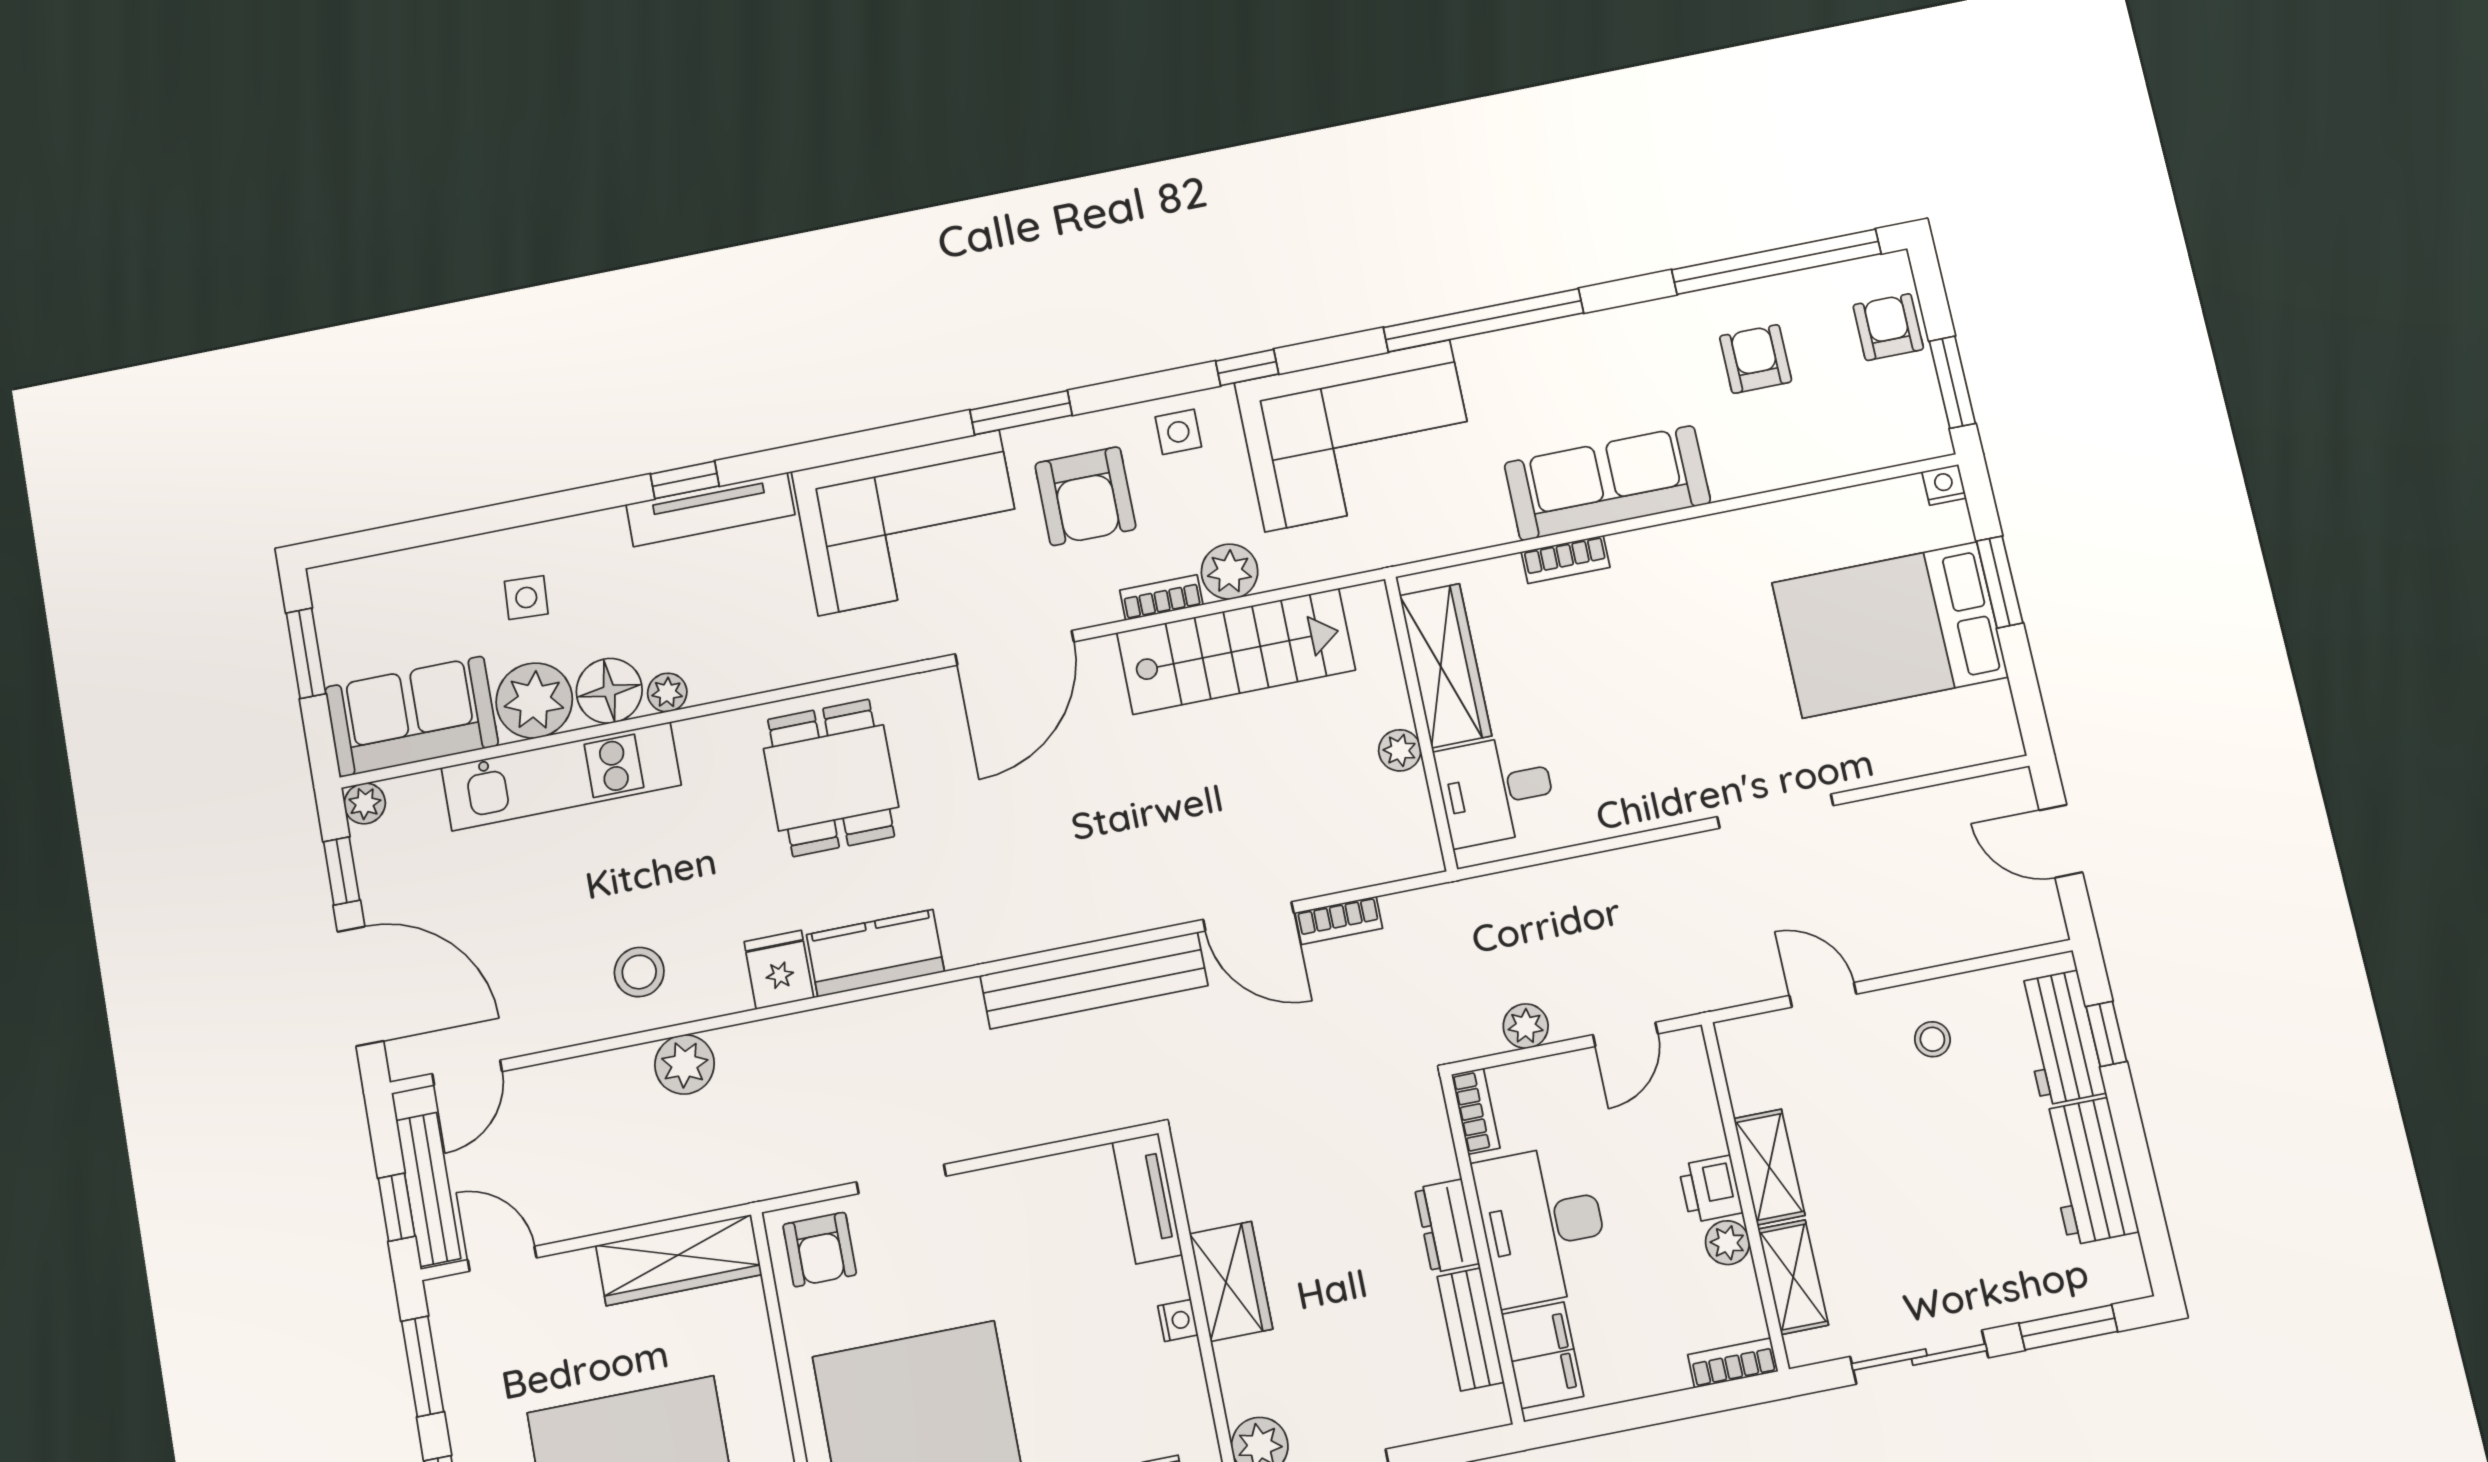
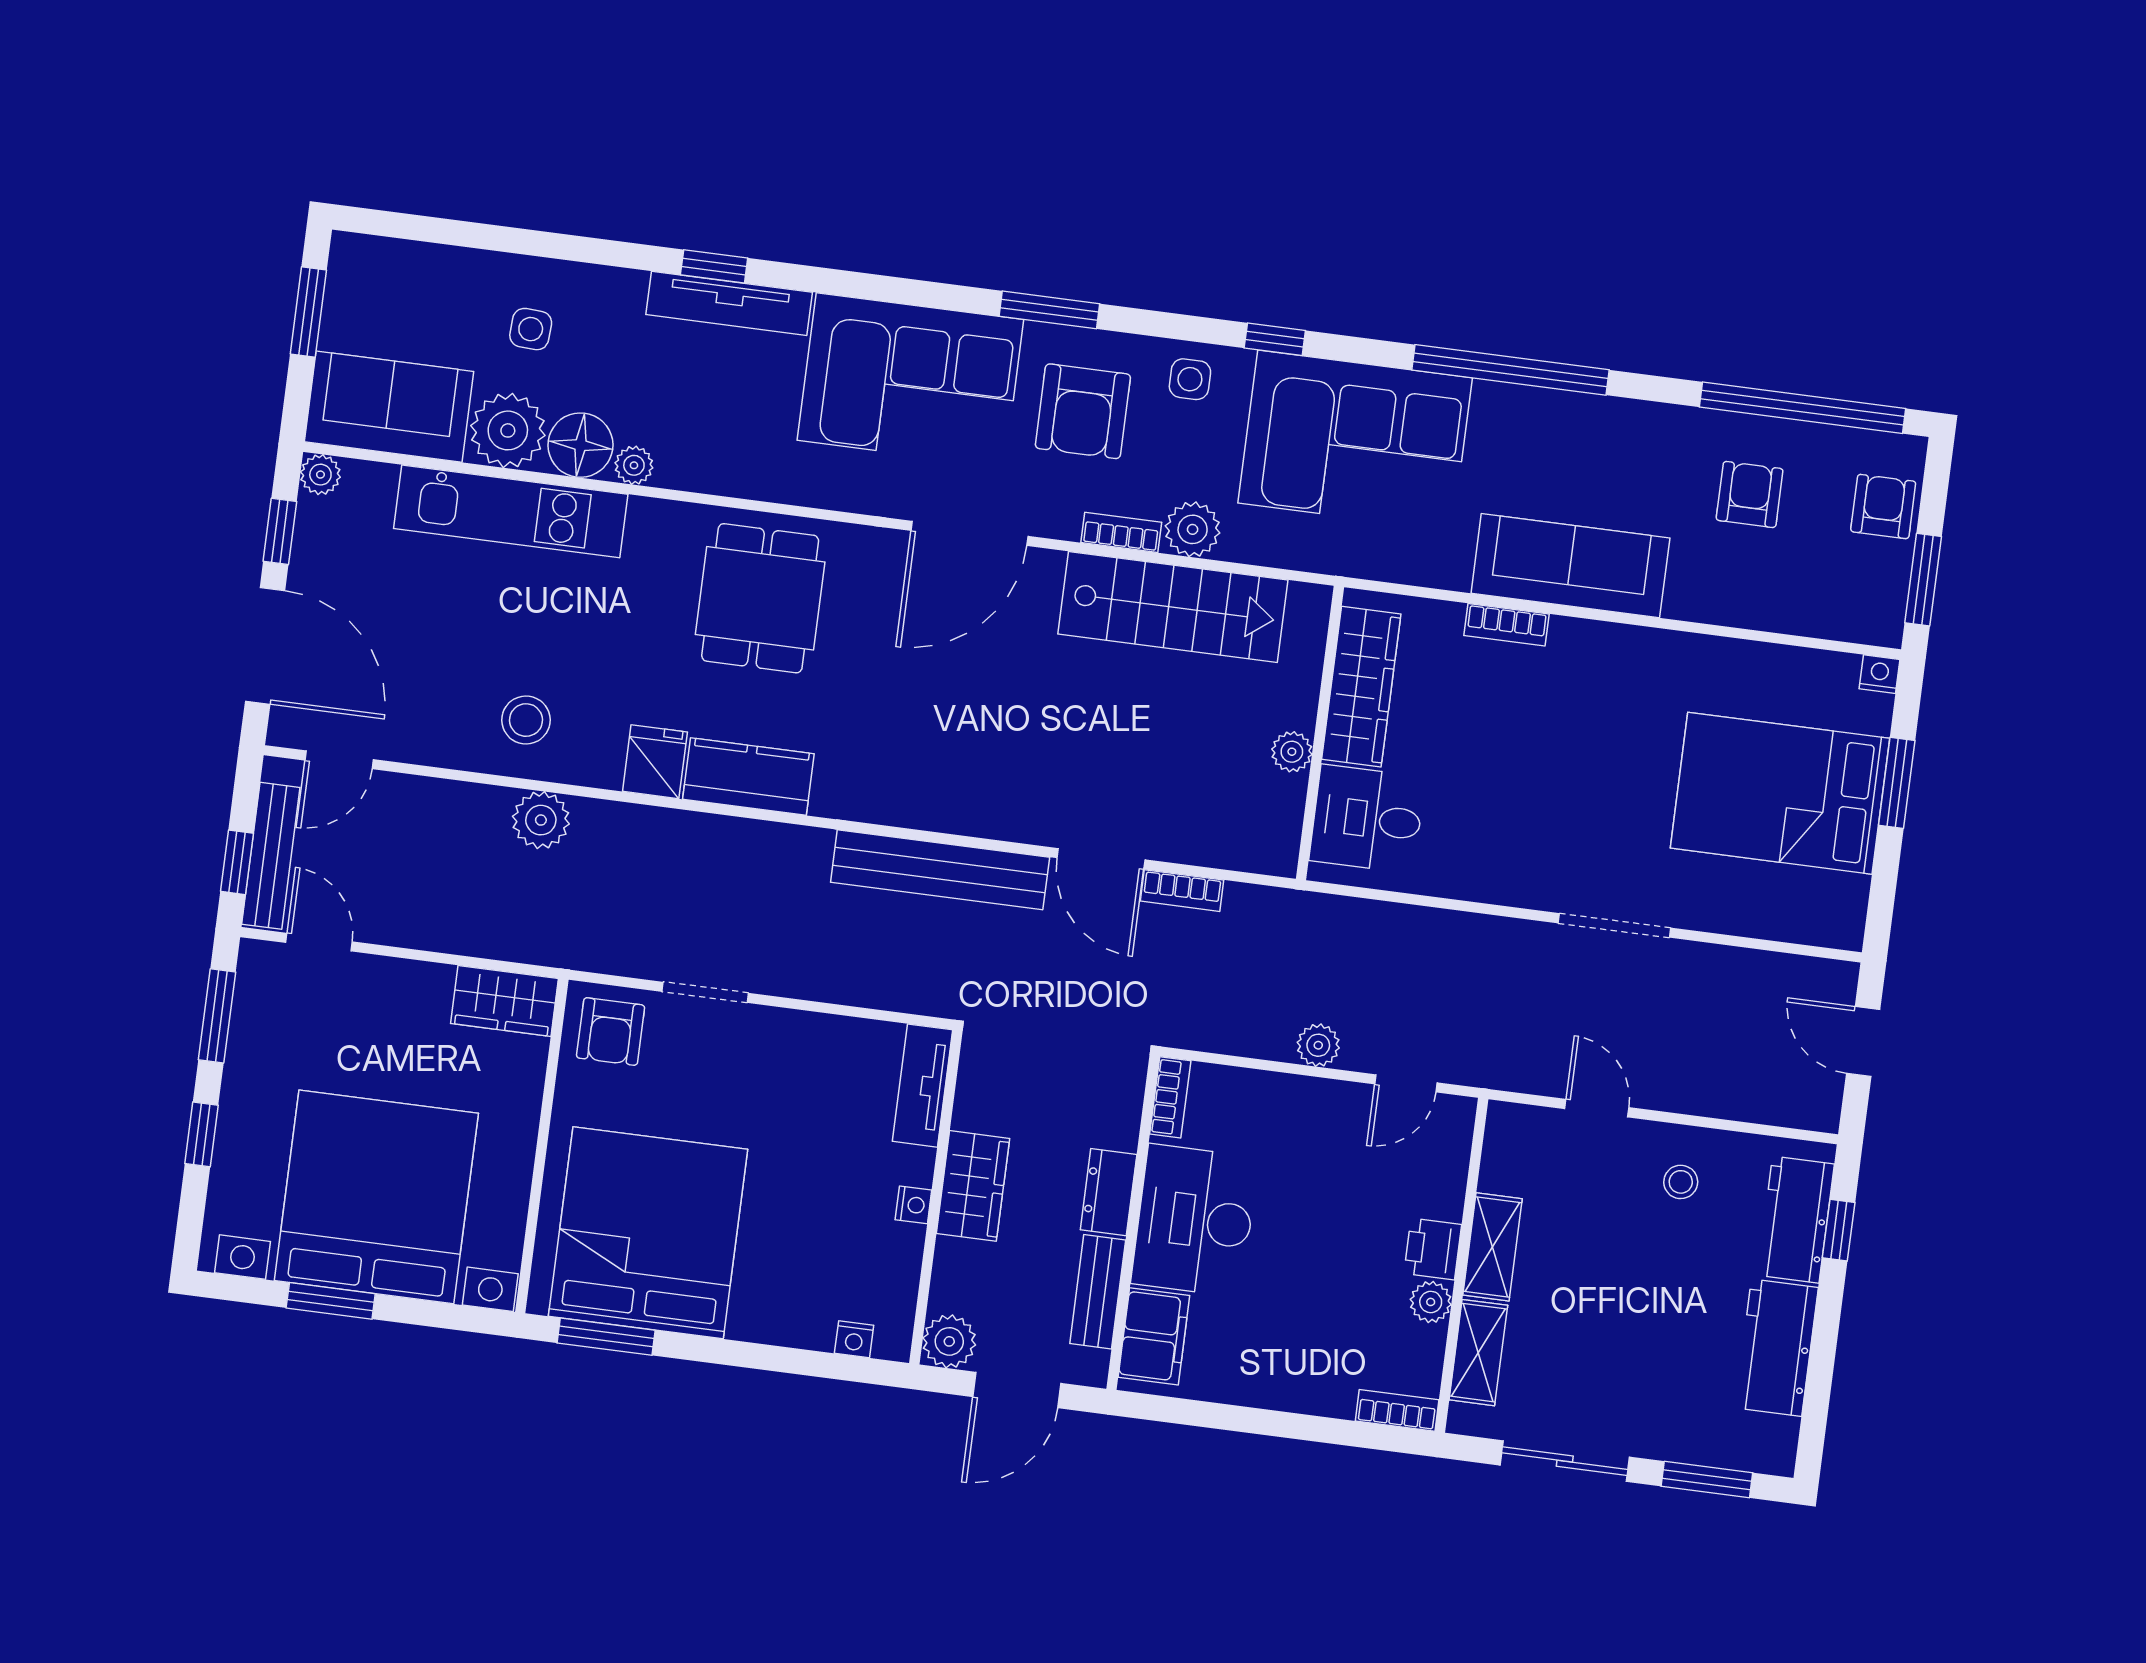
bookcase: (1476, 1111) -> (1170, 1097), moved
desk: (1542, 1225) -> (1195, 1220), moved
dresser: (1447, 1226) -> (1109, 1192), moved
wall: (1482, 1248) -> (1133, 1223), moved
wardrobe: (679, 1260) -> (505, 1001), width x0.67
bench: (1471, 1329) -> (1098, 1292), moved
filing cabinet: (1542, 1355) -> (1154, 1336), moved

